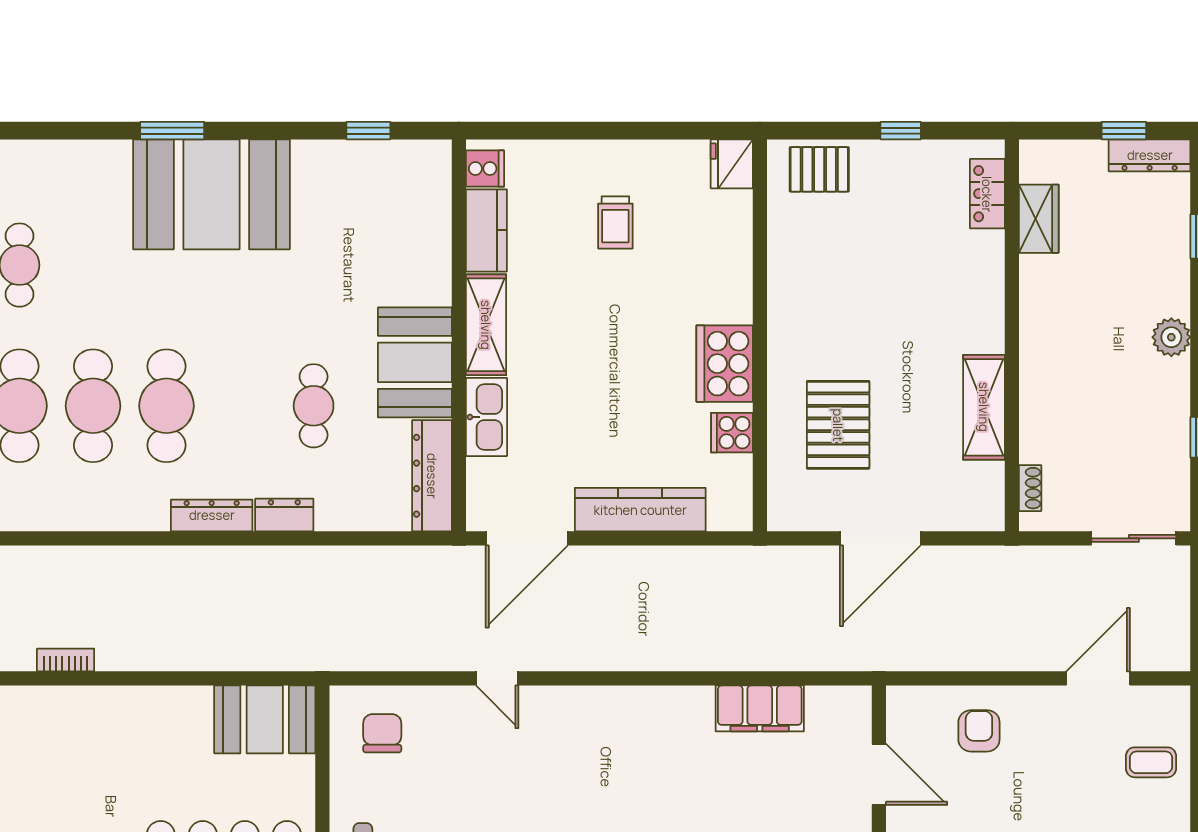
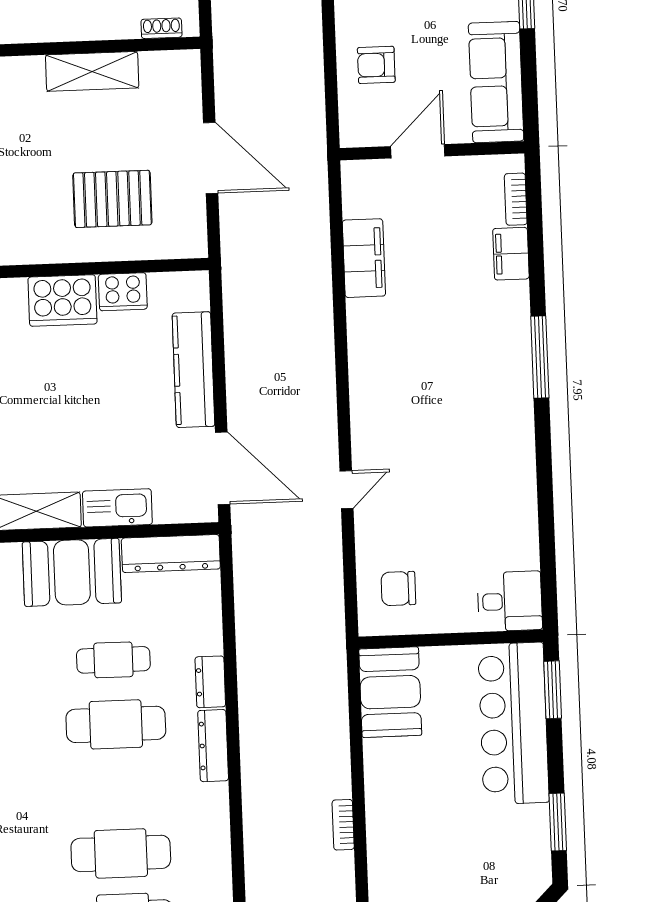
cafe table: (167, 406) -> (116, 724), moved
cooker: (732, 433) -> (123, 292), width x1.36
bookcase: (66, 660) -> (343, 825), moved

